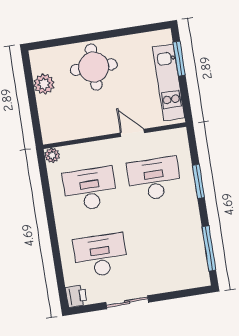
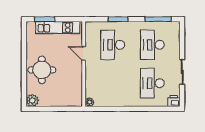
plant: (44, 84) -> (32, 100), moved
door: (132, 133) -> (84, 53), hinge flipped
desk: (90, 189) -> (152, 45), moved

